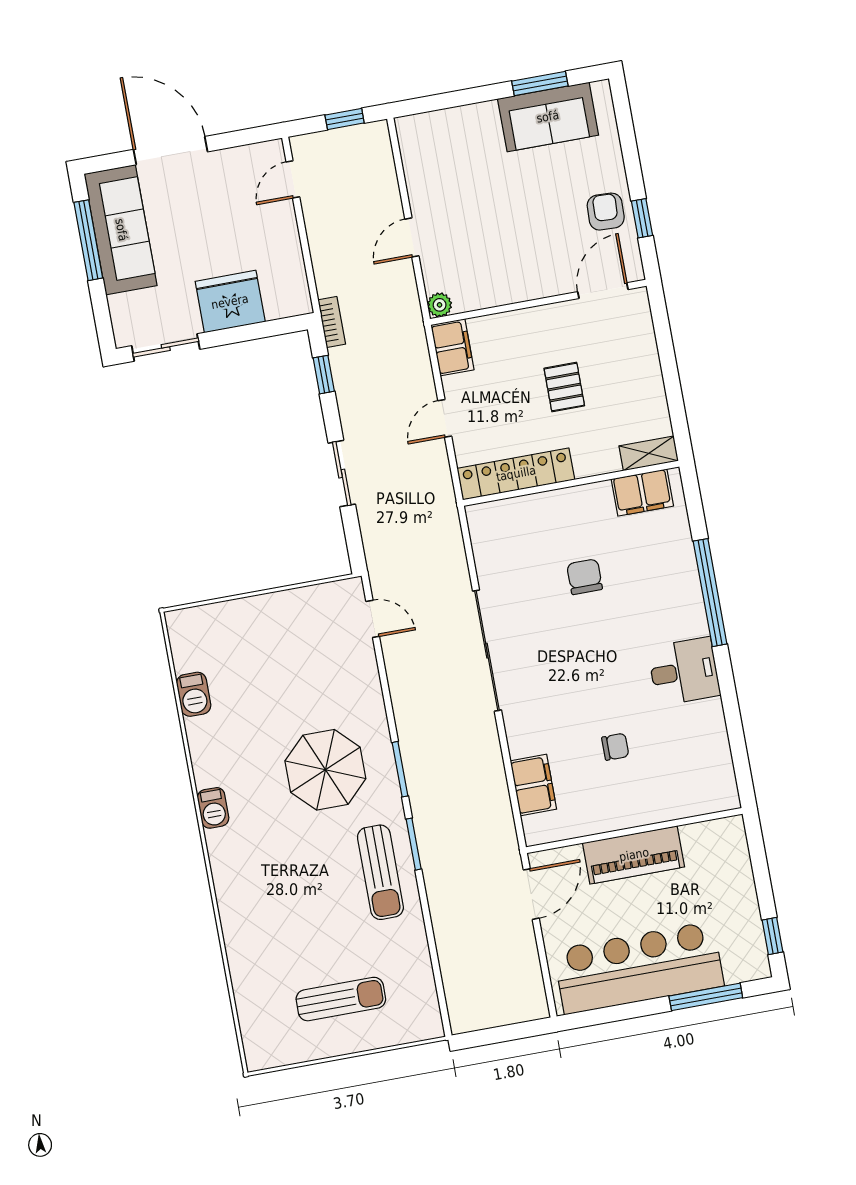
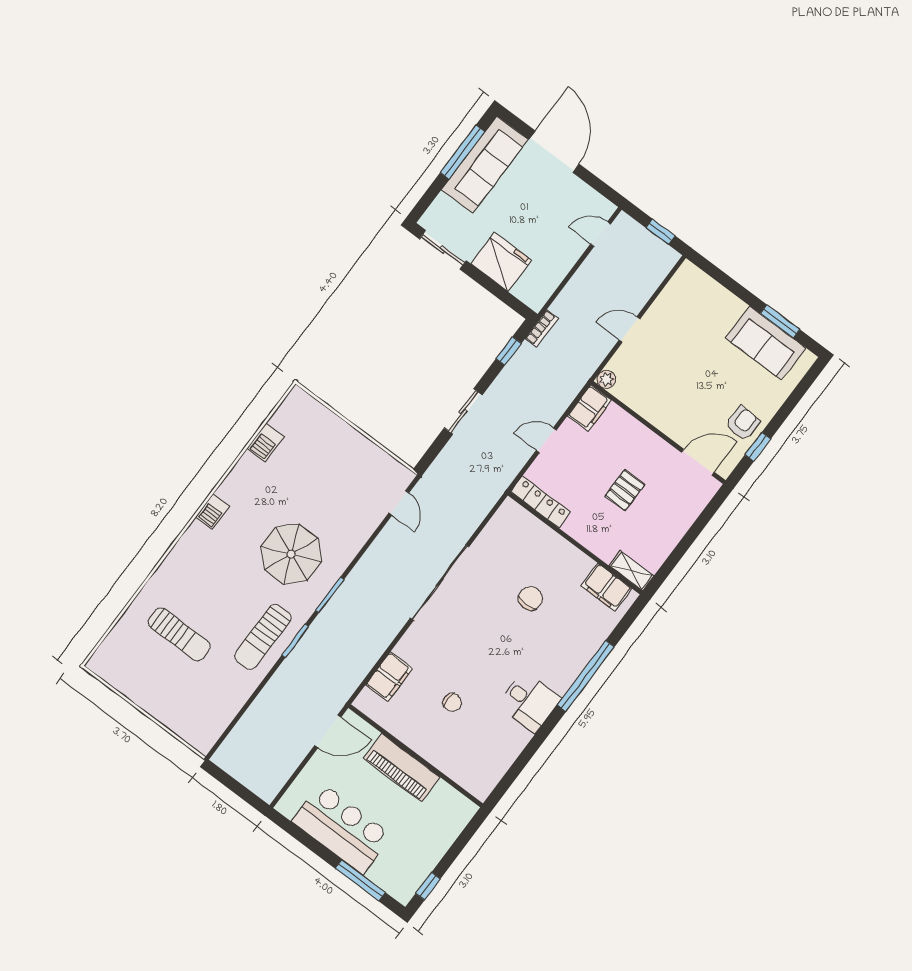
locker: (516, 474) -> (541, 502), width x0.71, depth x0.83
bar counter: (639, 968) -> (342, 828), width x0.73
sun lounger: (341, 999) -> (179, 634), moved

